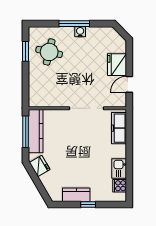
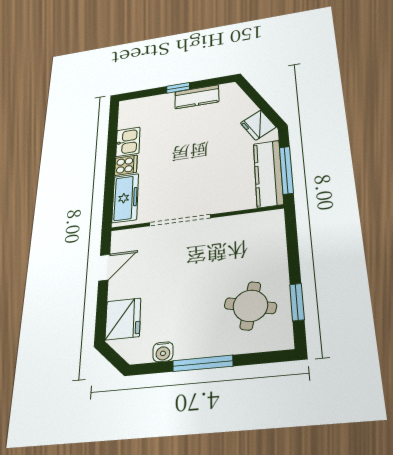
water cooler: (80, 32) -> (163, 352), moved
fridge: (117, 65) -> (123, 319), moved
cooker: (120, 186) -> (126, 165), moved

